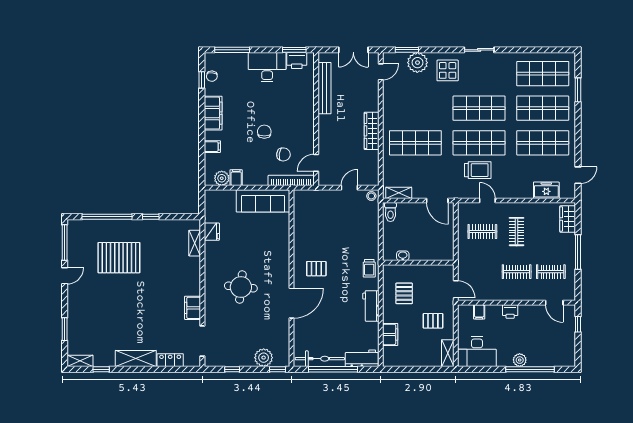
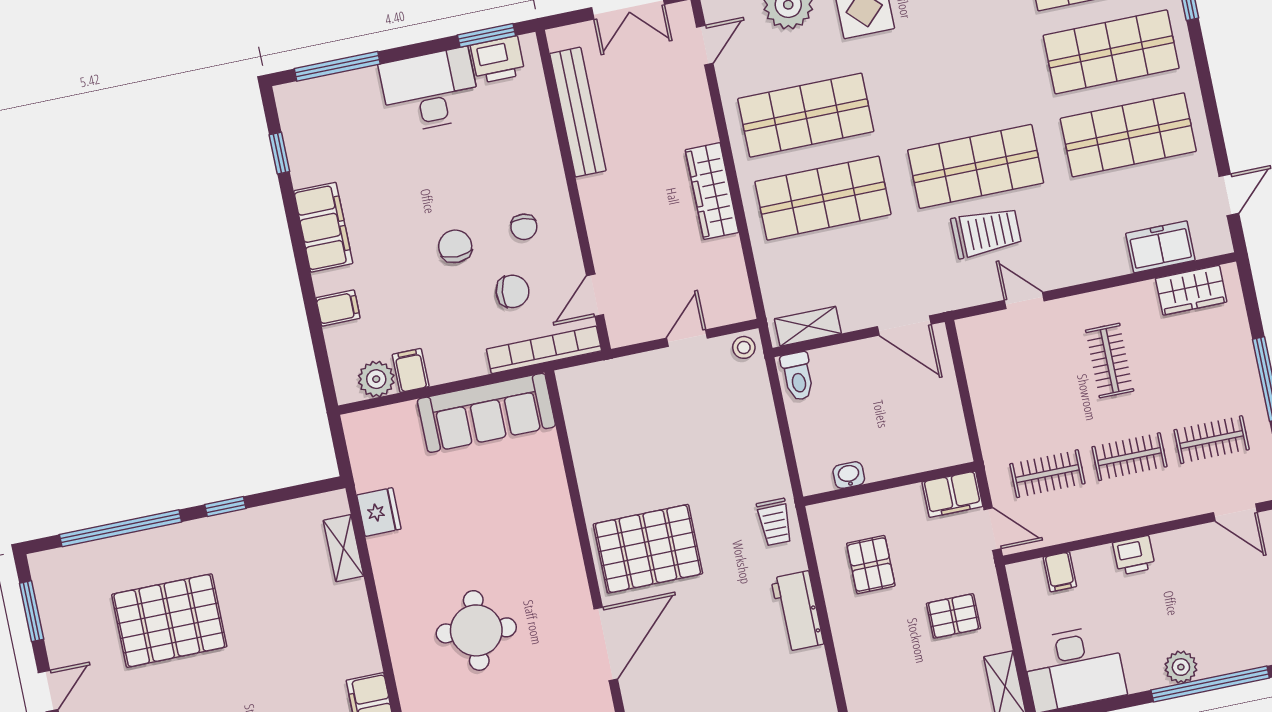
chair: (212, 76) -> (524, 227), moved
shop shelf: (479, 108) -> (806, 115), moved
wardrobe: (568, 219) -> (1191, 290), moved, turned -90
clothes rail: (482, 232) -> (1047, 474), moved
window: (65, 243) -> (32, 611), width x0.69
pallet: (316, 269) -> (648, 549), width x2.05, depth x2.00
filing cabinet: (390, 334) -> (952, 494), moved, turned 90

